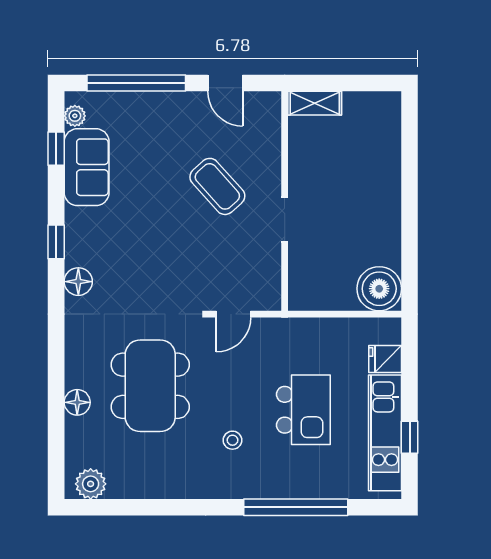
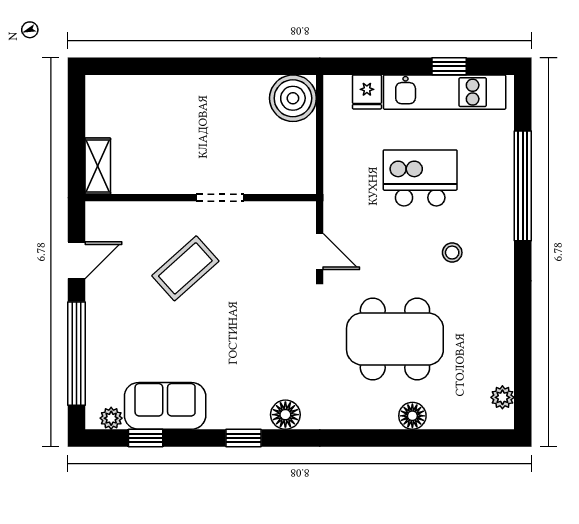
plant: (91, 484) -> (502, 397), width x0.73, depth x0.73

